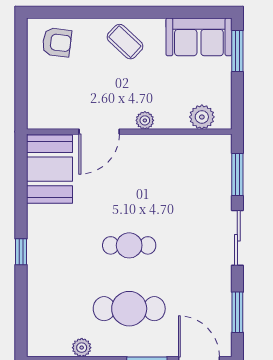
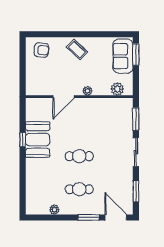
sofa: (199, 37) -> (123, 56), moved, turned 90
booth: (50, 169) -> (38, 140), moved
window: (21, 252) -> (23, 140), moved
cafe table: (129, 309) -> (79, 189), width x0.73, depth x0.74

